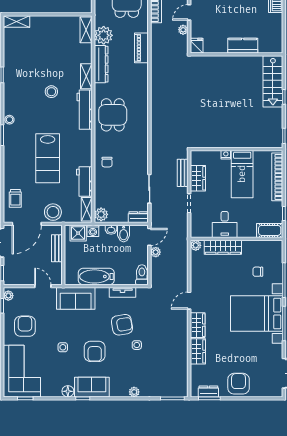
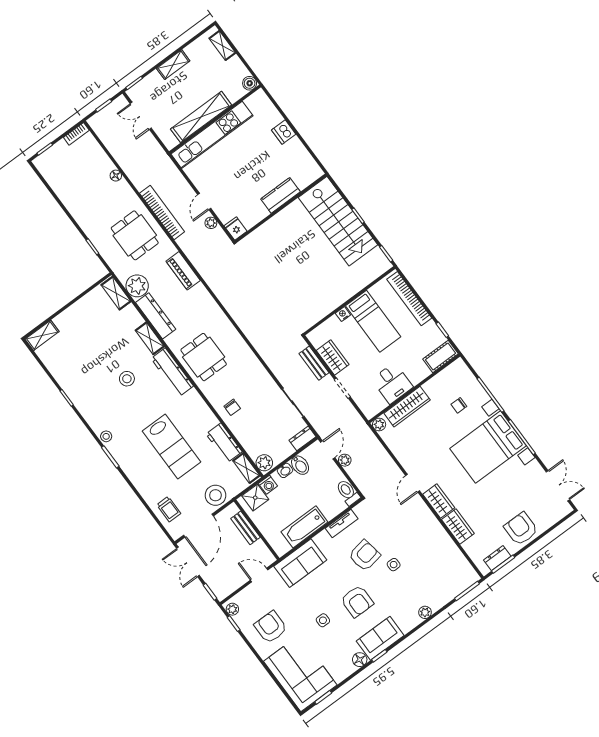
stairs: (273, 81) -> (338, 221), width x1.36, depth x1.51

